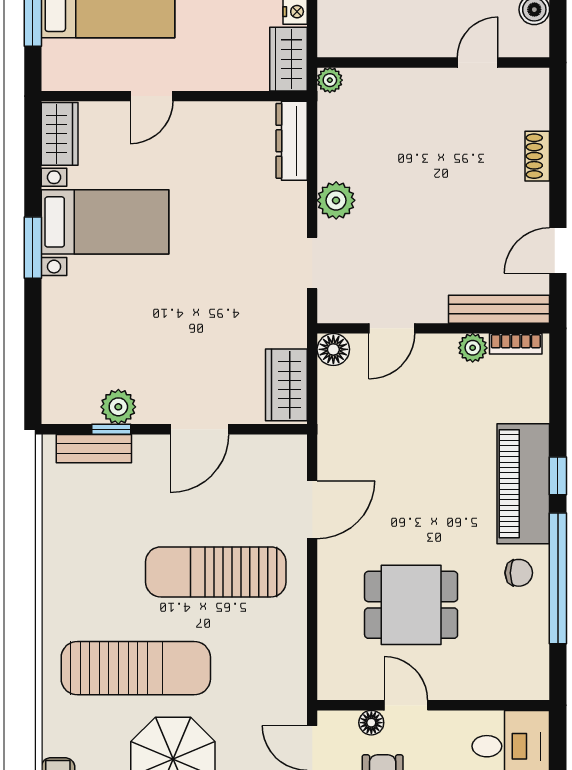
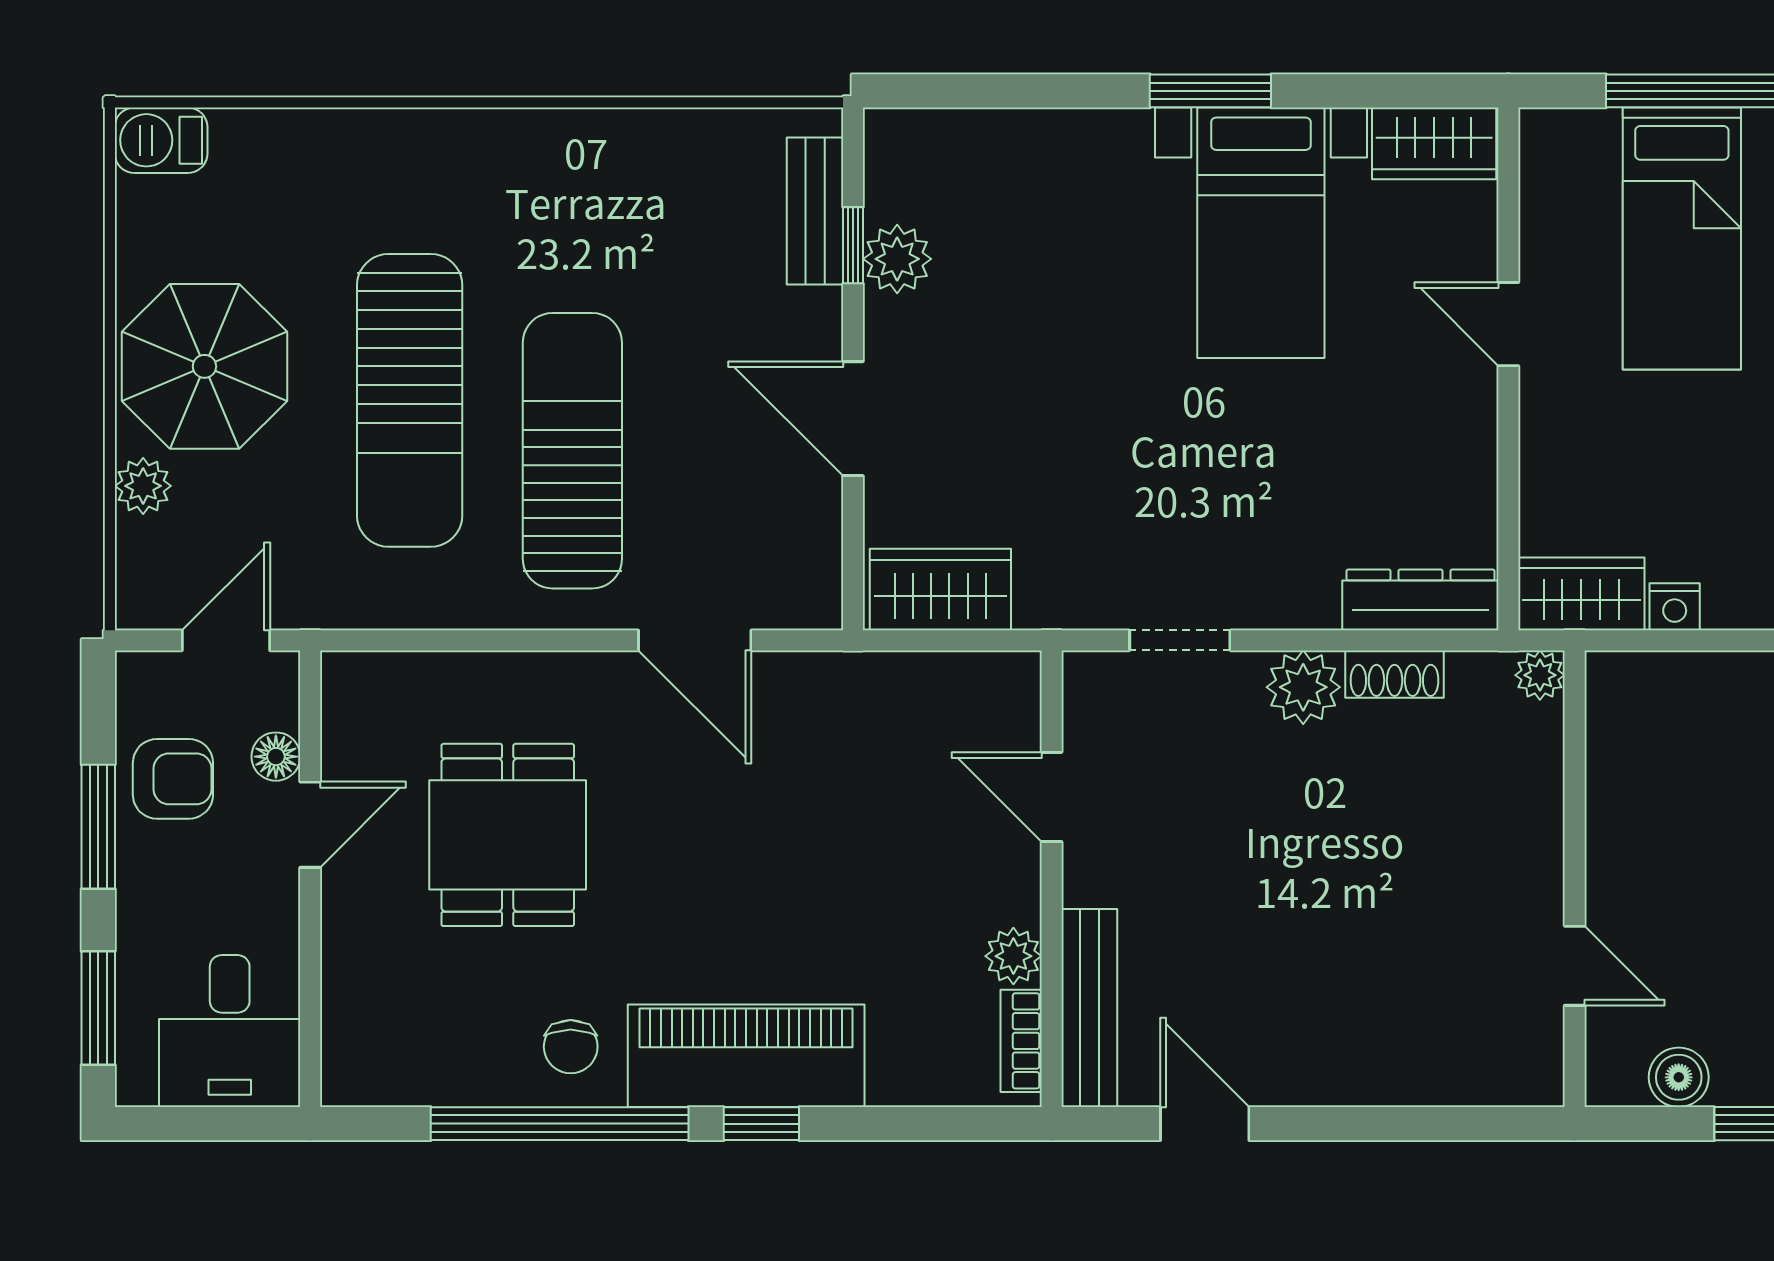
shoe rack: (537, 156) -> (1395, 674), moved, turned 180
floor lamp: (333, 349) -> (1010, 682), removed
sun lounger: (136, 668) -> (410, 400), moved

